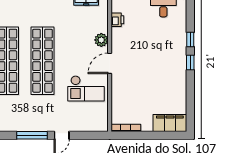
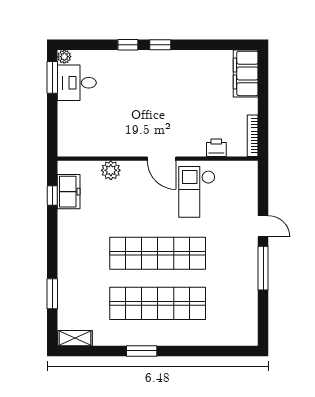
printer: (117, 20) -> (216, 148), moved
plant: (101, 40) -> (111, 170), moved
checkout: (86, 88) -> (197, 192), turned 180

